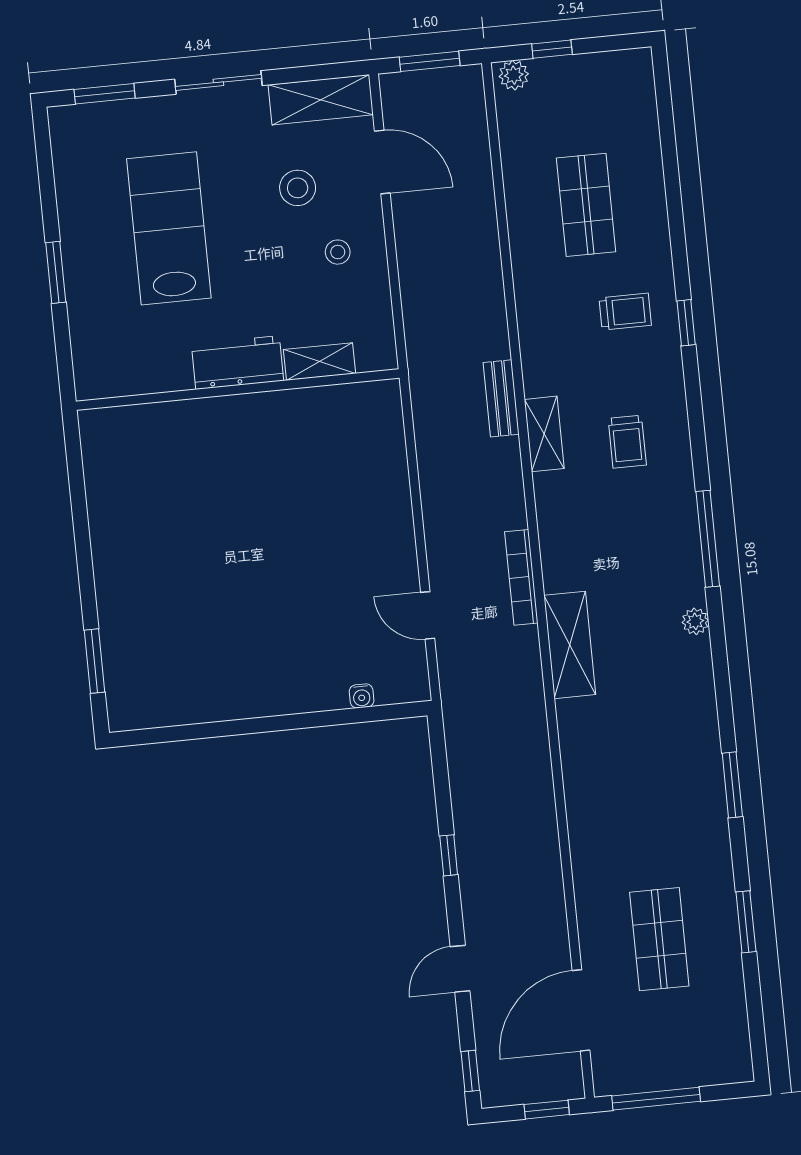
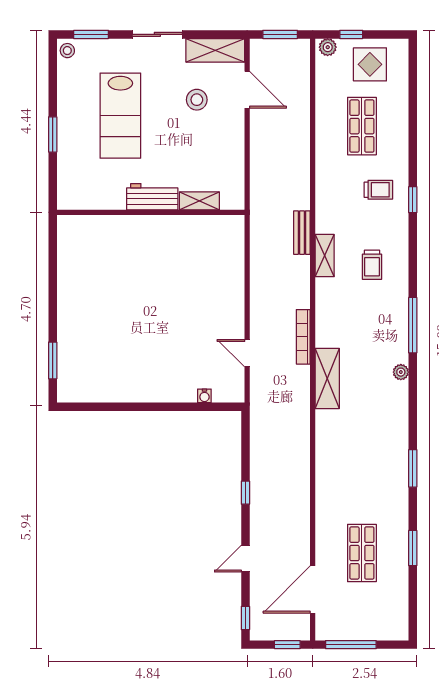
display table: (589, 97) -> (370, 64), added
lab bench: (169, 228) -> (120, 116), turned 180
stool: (338, 252) -> (67, 51), moved

